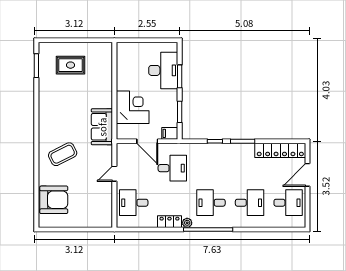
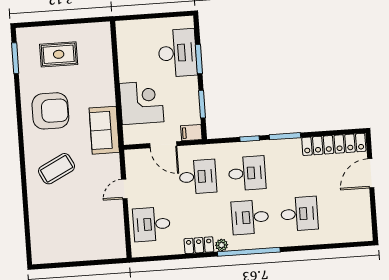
armchair: (54, 200) -> (50, 111), moved
desk: (288, 203) -> (247, 173), moved

